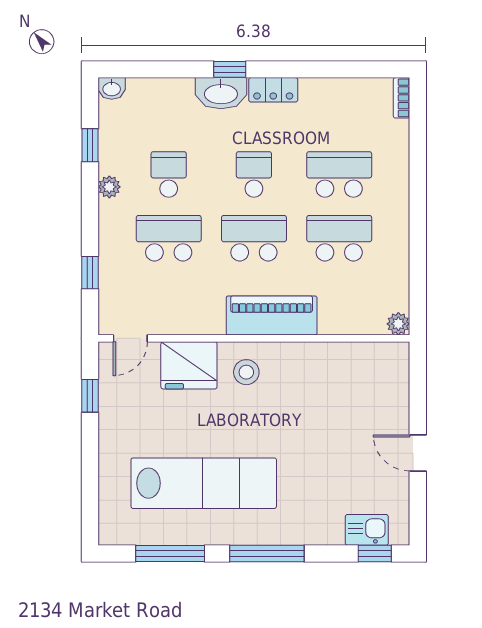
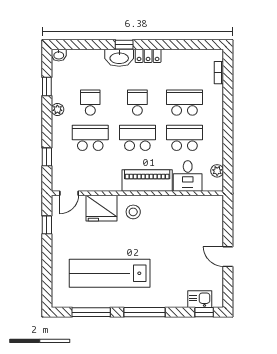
bookcase: (402, 98) -> (219, 73), moved
desk: (345, 307) -> (188, 176), added
plant: (398, 324) -> (217, 171), moved
lab bench: (204, 483) -> (110, 273), turned 180

